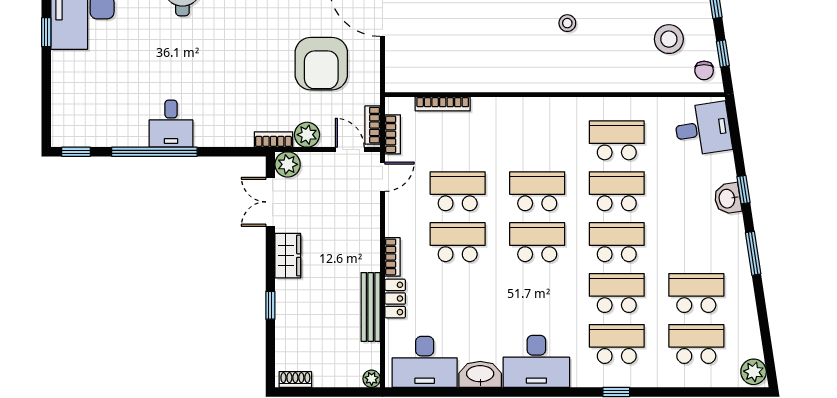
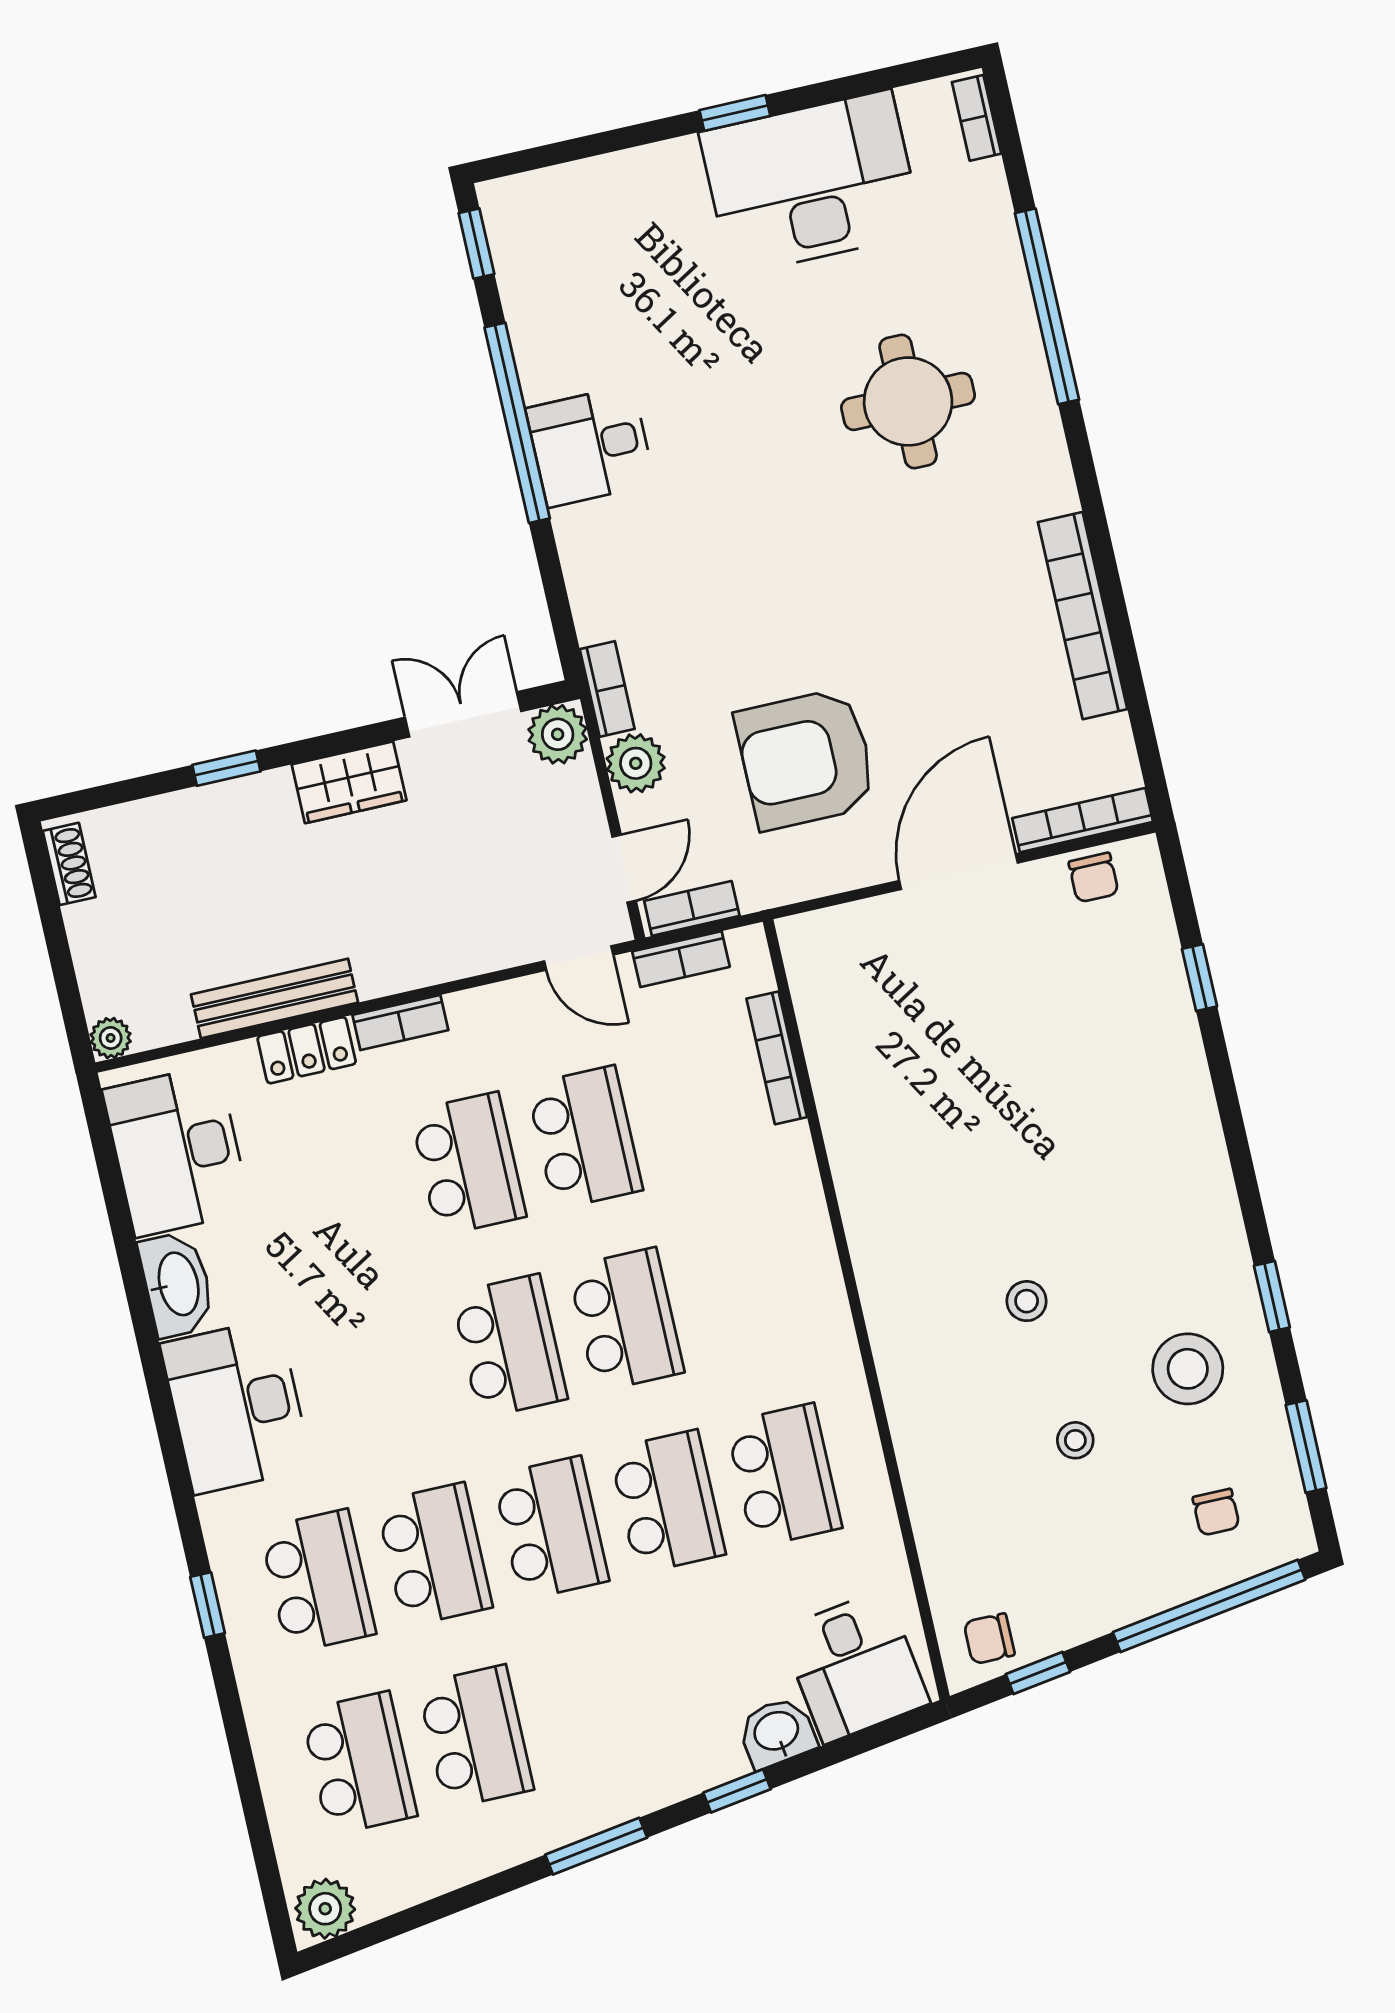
stool: (669, 39) -> (1075, 1440), moved, width x0.53, depth x0.53
washbasin: (728, 199) -> (777, 1732), moved

